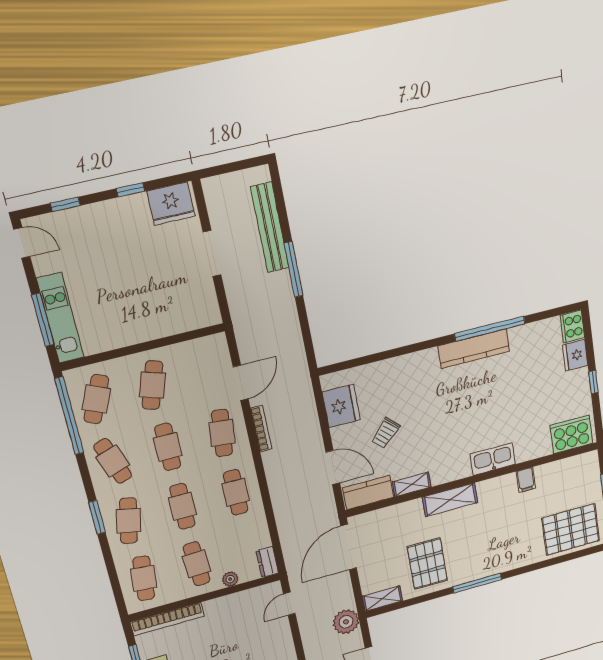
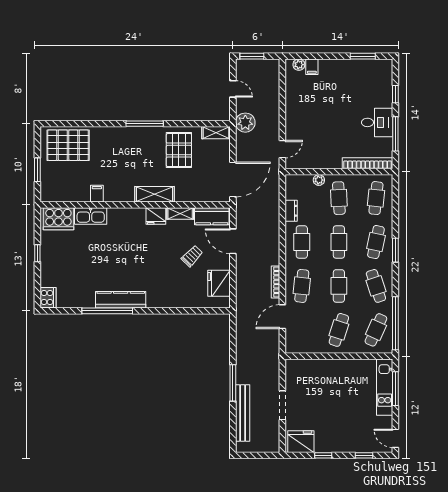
fridge: (575, 355) -> (156, 216), moved, turned 90
kitchen sink: (493, 459) -> (91, 216), moved
dresser: (267, 562) -> (291, 211), moved

